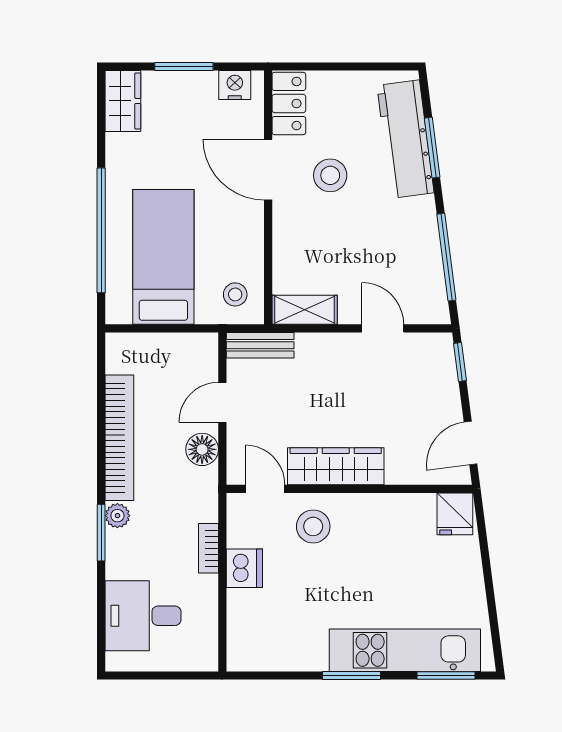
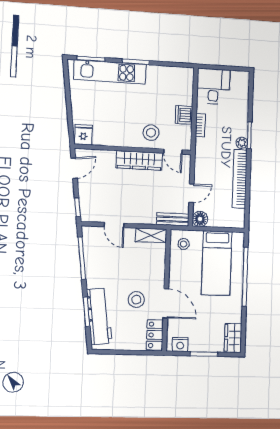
floor lamp: (202, 449) -> (200, 219), moved
desk: (143, 616) -> (213, 86), moved, turned -90

